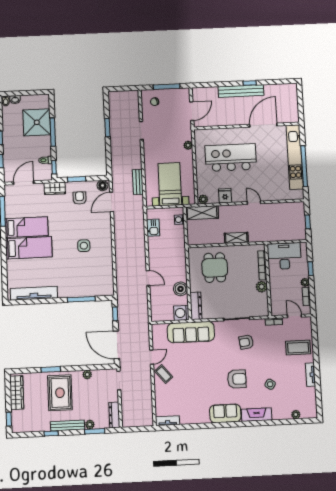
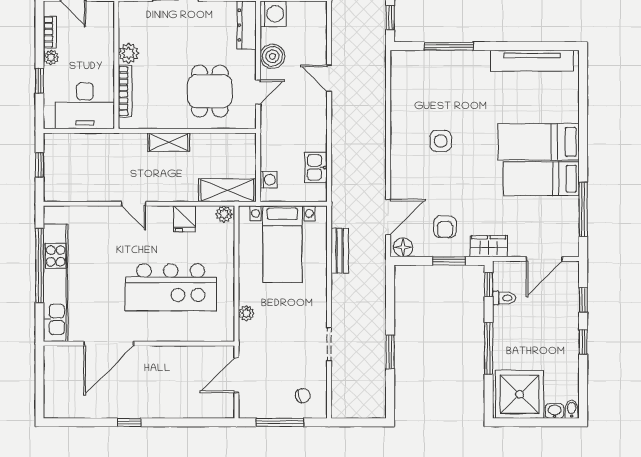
bench: (241, 91) -> (146, 408), removed
shower: (37, 122) -> (520, 394), moved
door: (188, 268) -> (258, 92), added

